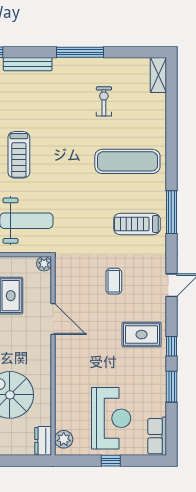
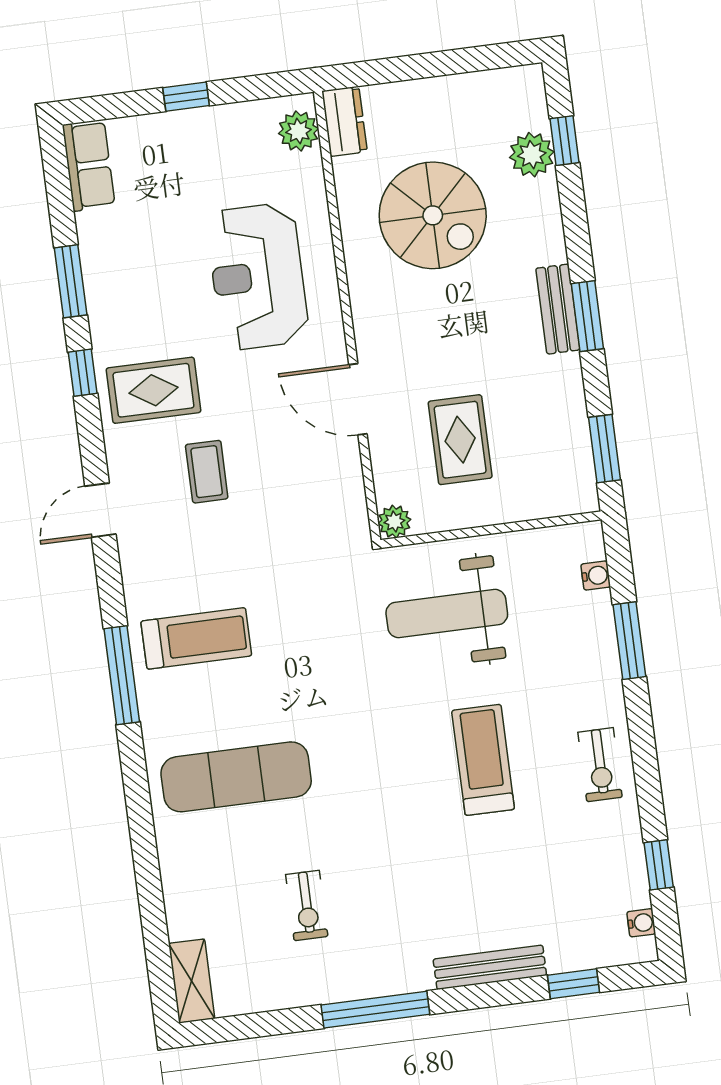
coffee table: (114, 281) -> (207, 472), moved
reception desk: (111, 418) -> (258, 276), moved

